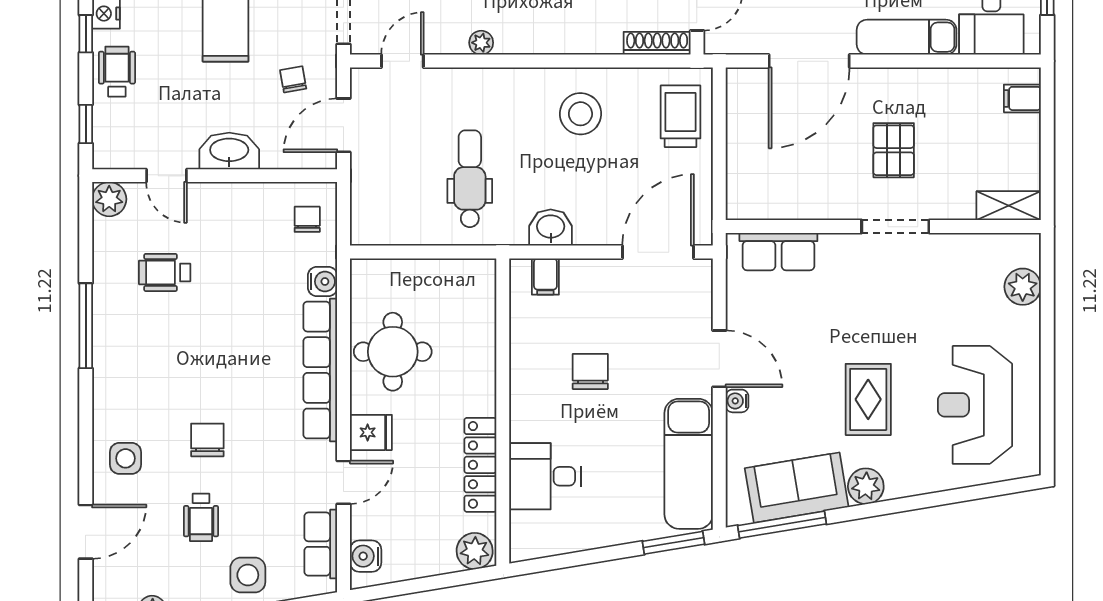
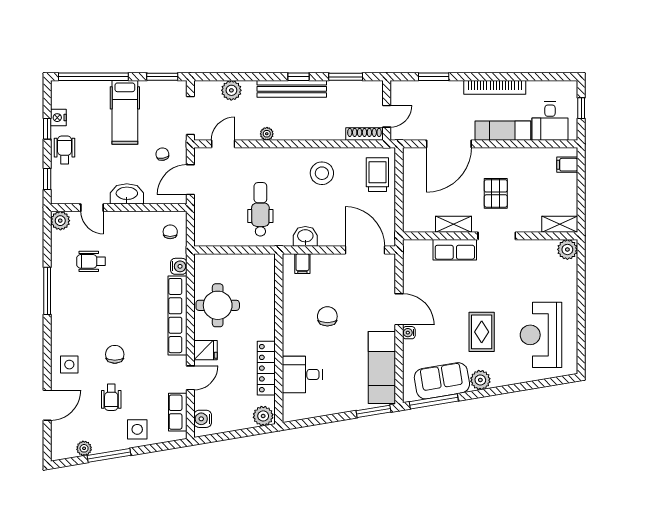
shelving: (818, 206) -> (454, 224), added
door: (658, 252) -> (365, 250), hinge flipped
row of seats: (778, 252) -> (455, 250), moved
plant: (1023, 287) -> (567, 249), moved

